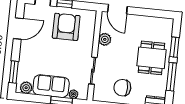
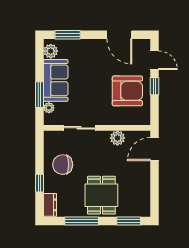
window: (174, 47) -> (129, 221), moved
dining table: (151, 58) -> (101, 195), turned 90
chair: (122, 88) -> (63, 165), turned -90

